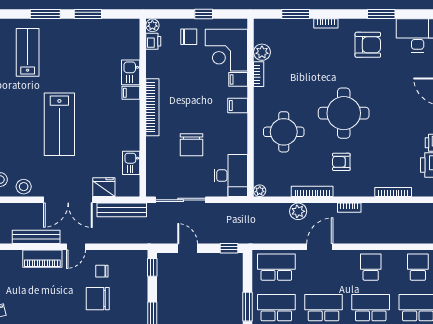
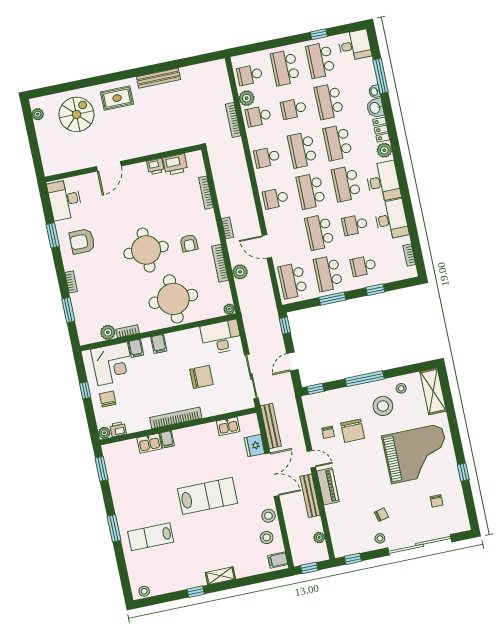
window: (88, 14) -> (102, 469), moved
armchair: (368, 45) -> (82, 241), turned -90
round table: (284, 132) -> (173, 299), width x1.36, depth x1.36

